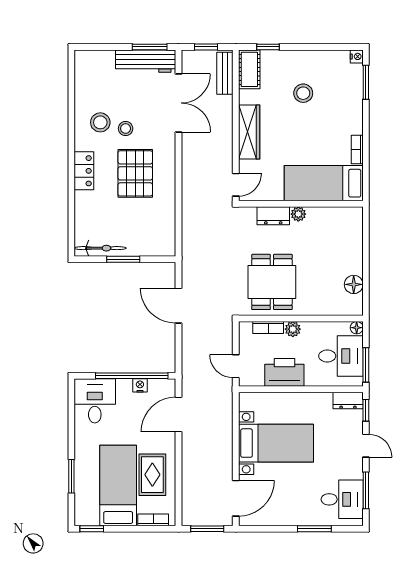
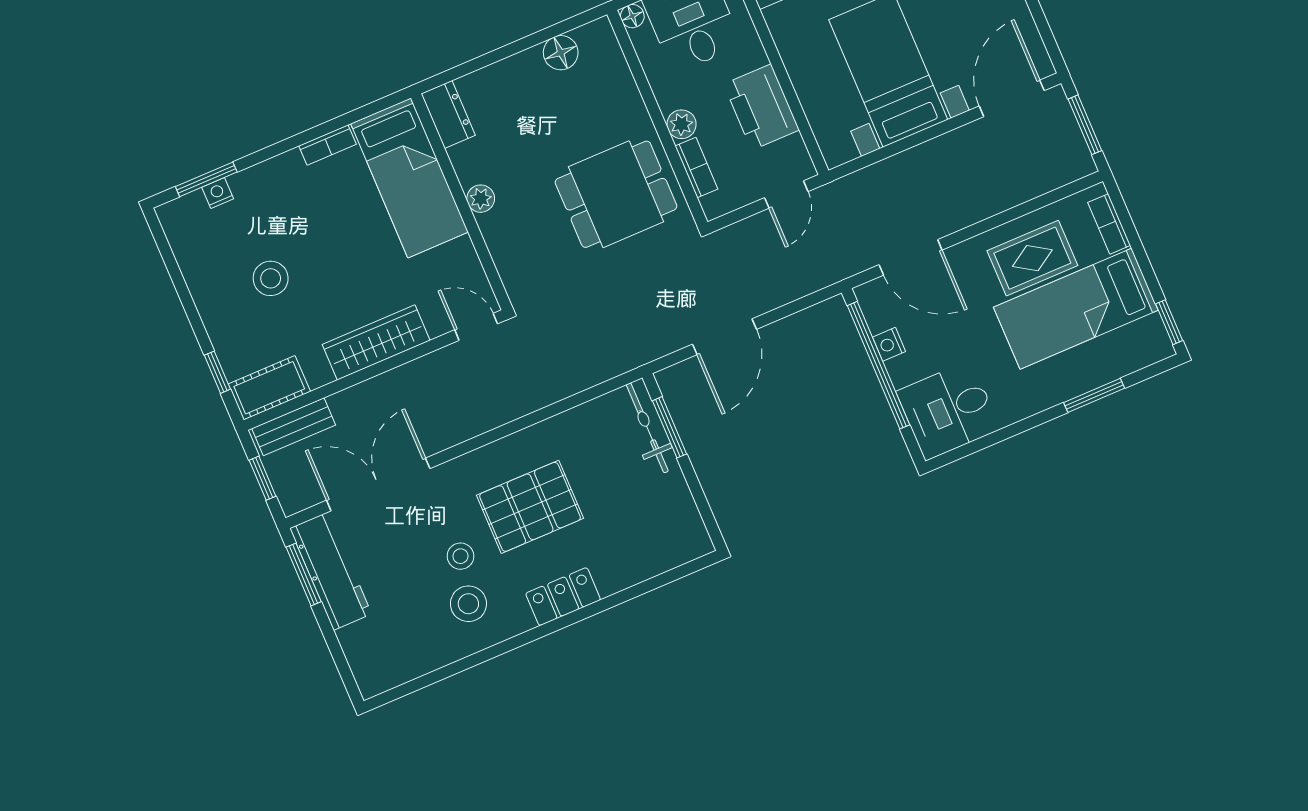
nightstand: (357, 56) -> (218, 193), moved
dresser: (273, 216) -> (448, 115), moved
bicycle: (100, 248) -> (647, 428), moved
window: (123, 259) -> (669, 427), moved
door: (236, 498) -> (1012, 98), hinge flipped

